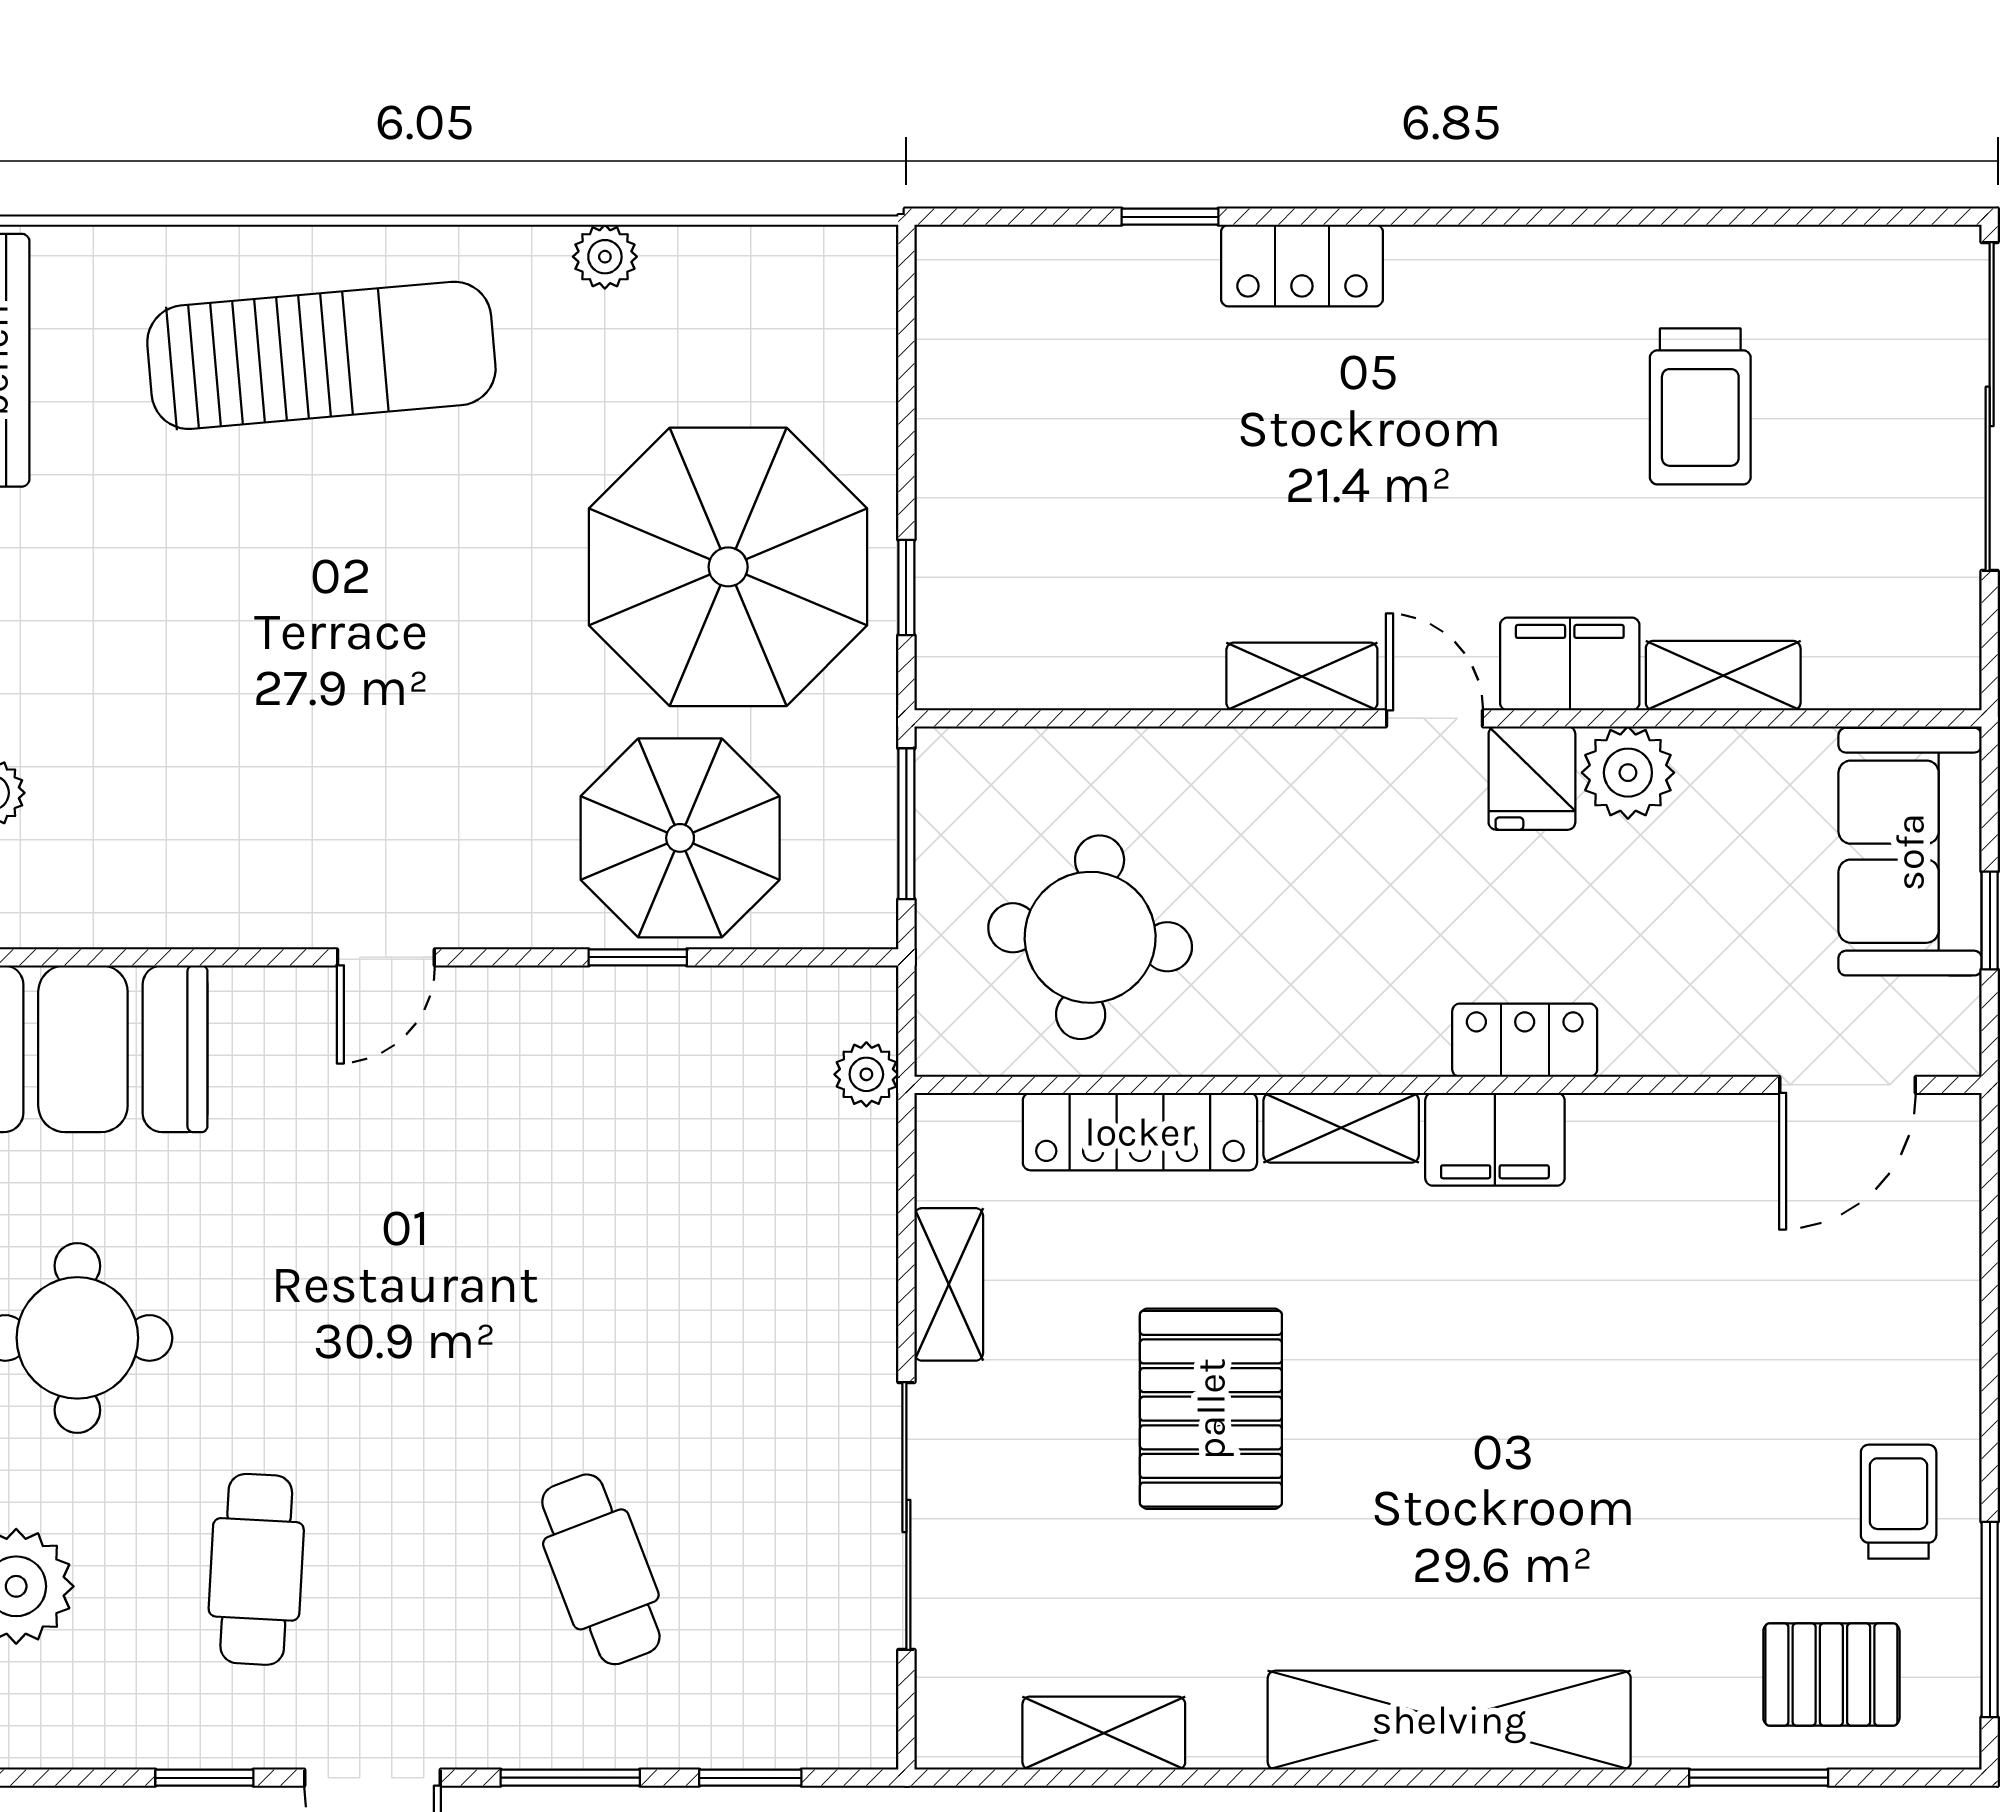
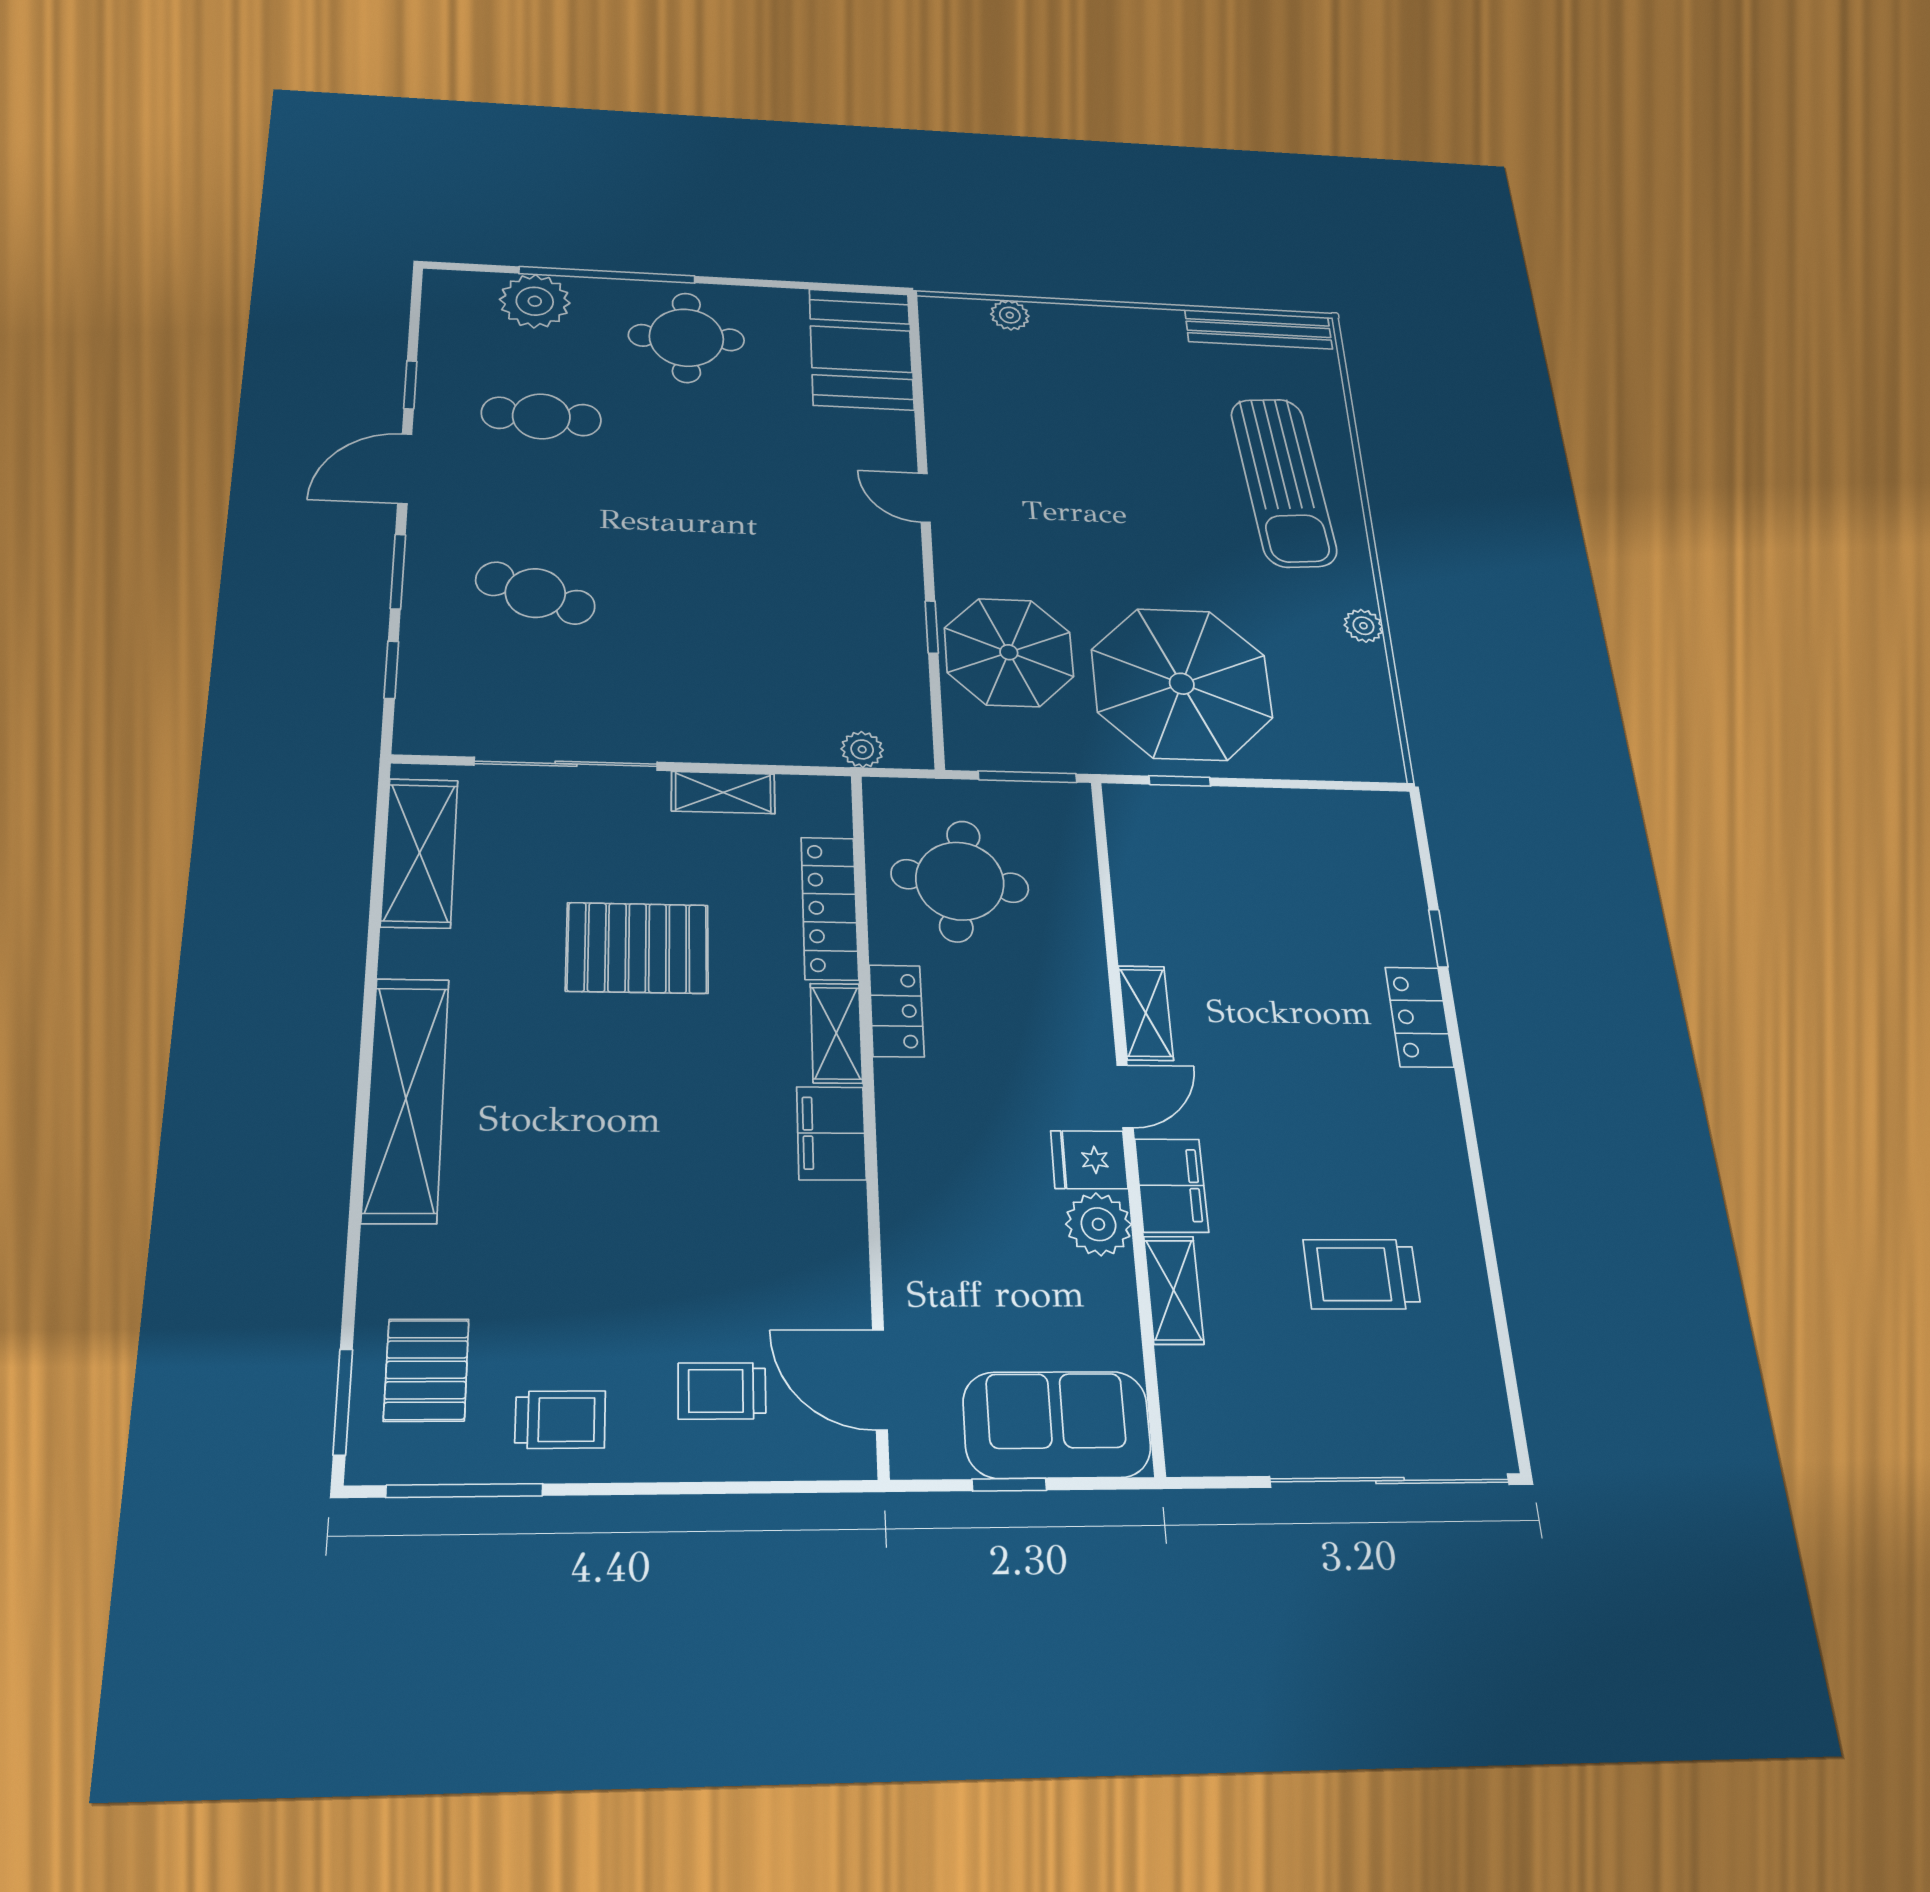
locker: (1525, 1040) -> (896, 1011), moved
trolley: (1862, 1293) -> (722, 1391), added
cafe table: (601, 1569) -> (535, 593), turned 42
shelving: (1104, 1733) -> (420, 853), width x1.50, depth x1.33
window: (1759, 1778) -> (343, 1402), moved

